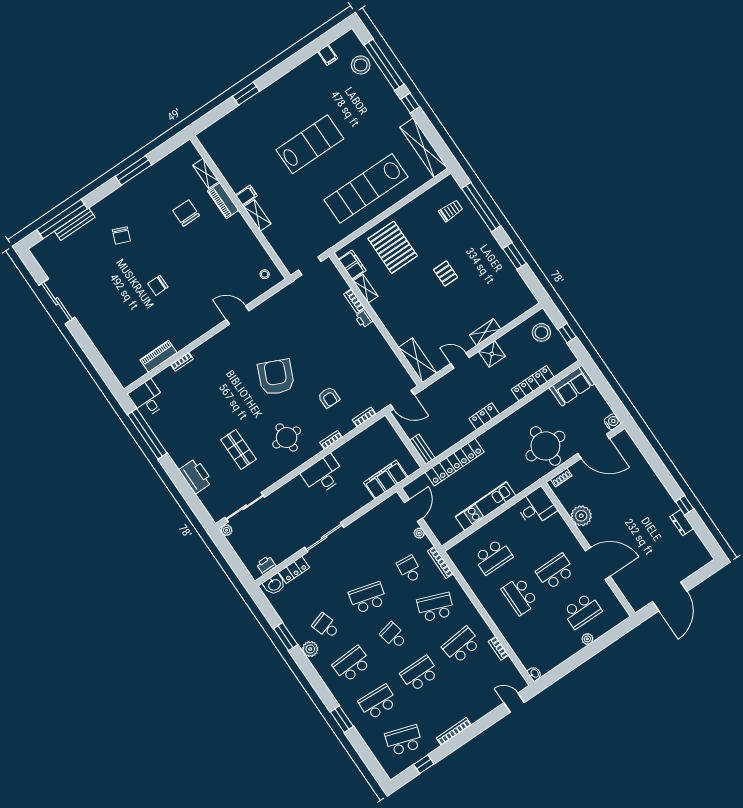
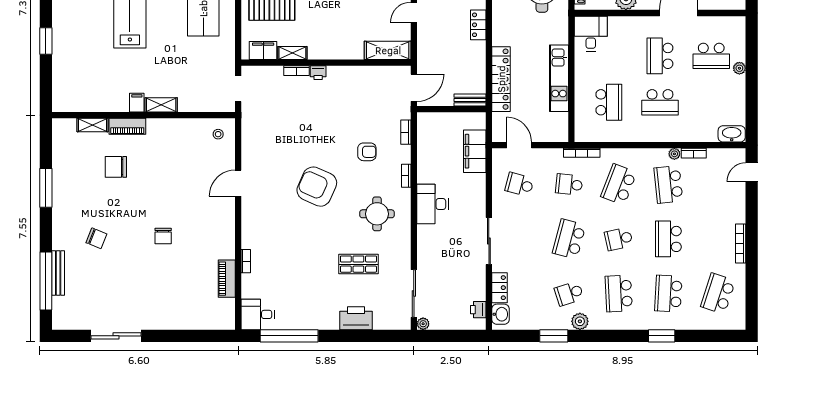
school desk: (384, 531) -> (519, 184), added
plant: (419, 533) -> (674, 154), moved
school desk: (582, 611) -> (711, 56), turned 90
washbasin: (534, 674) -> (732, 134), width x1.91, depth x1.45
window: (424, 764) -> (752, 290), removed

